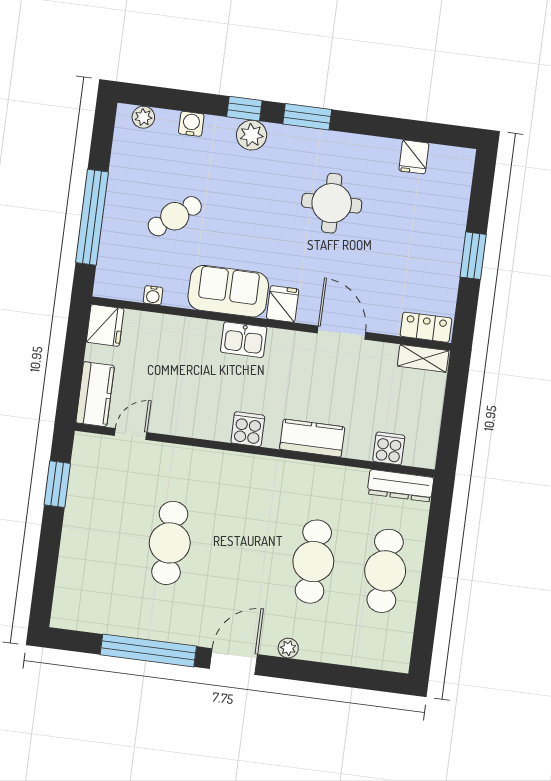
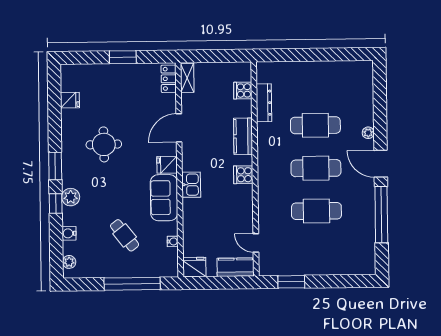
dresser: (400, 486) -> (264, 103), moved
cafe table: (385, 571) -> (316, 168), moved

